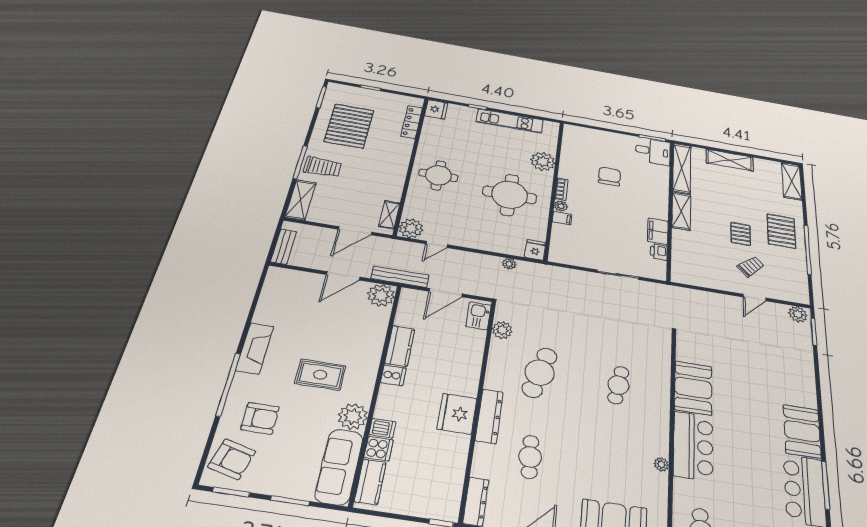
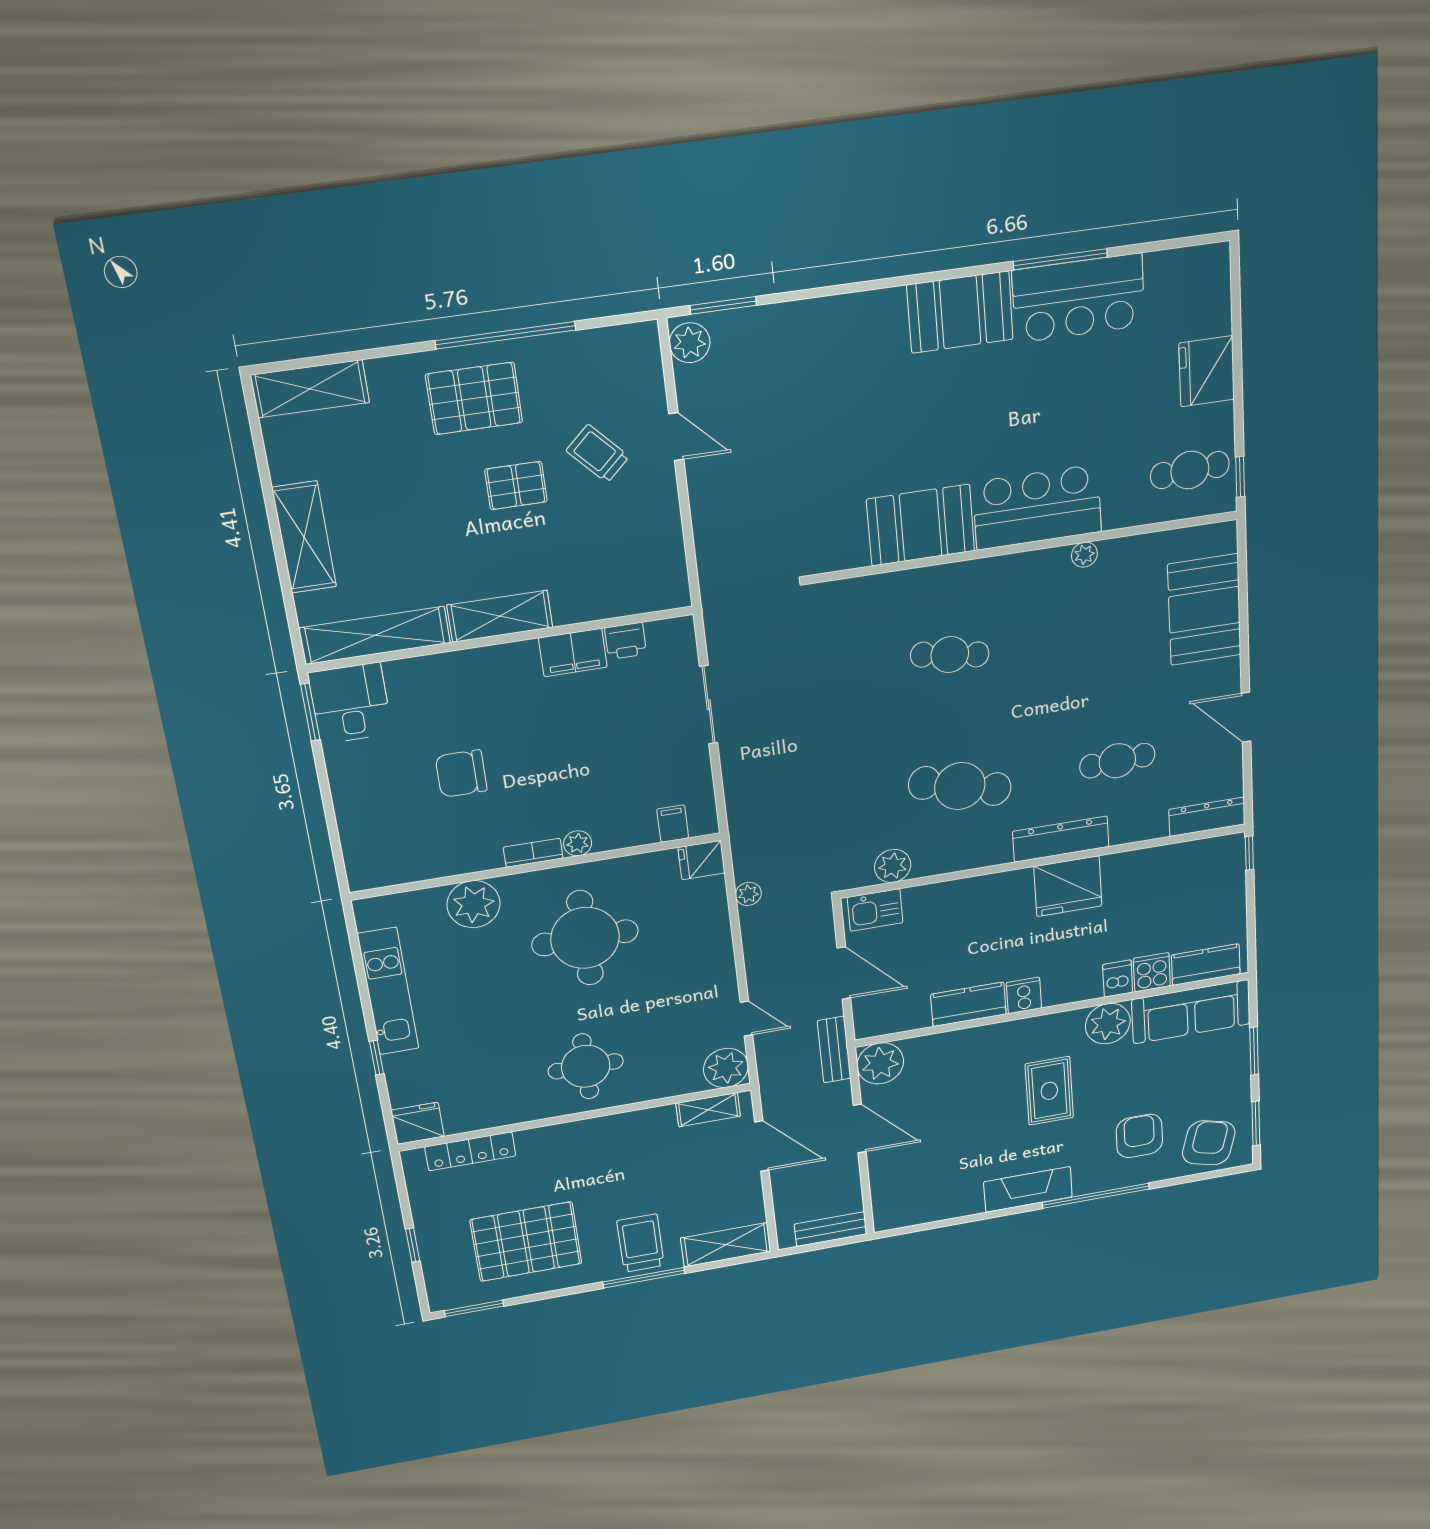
filing cabinet: (562, 218) -> (673, 824), moved
bench: (400, 277) -> (834, 1050), width x0.73

